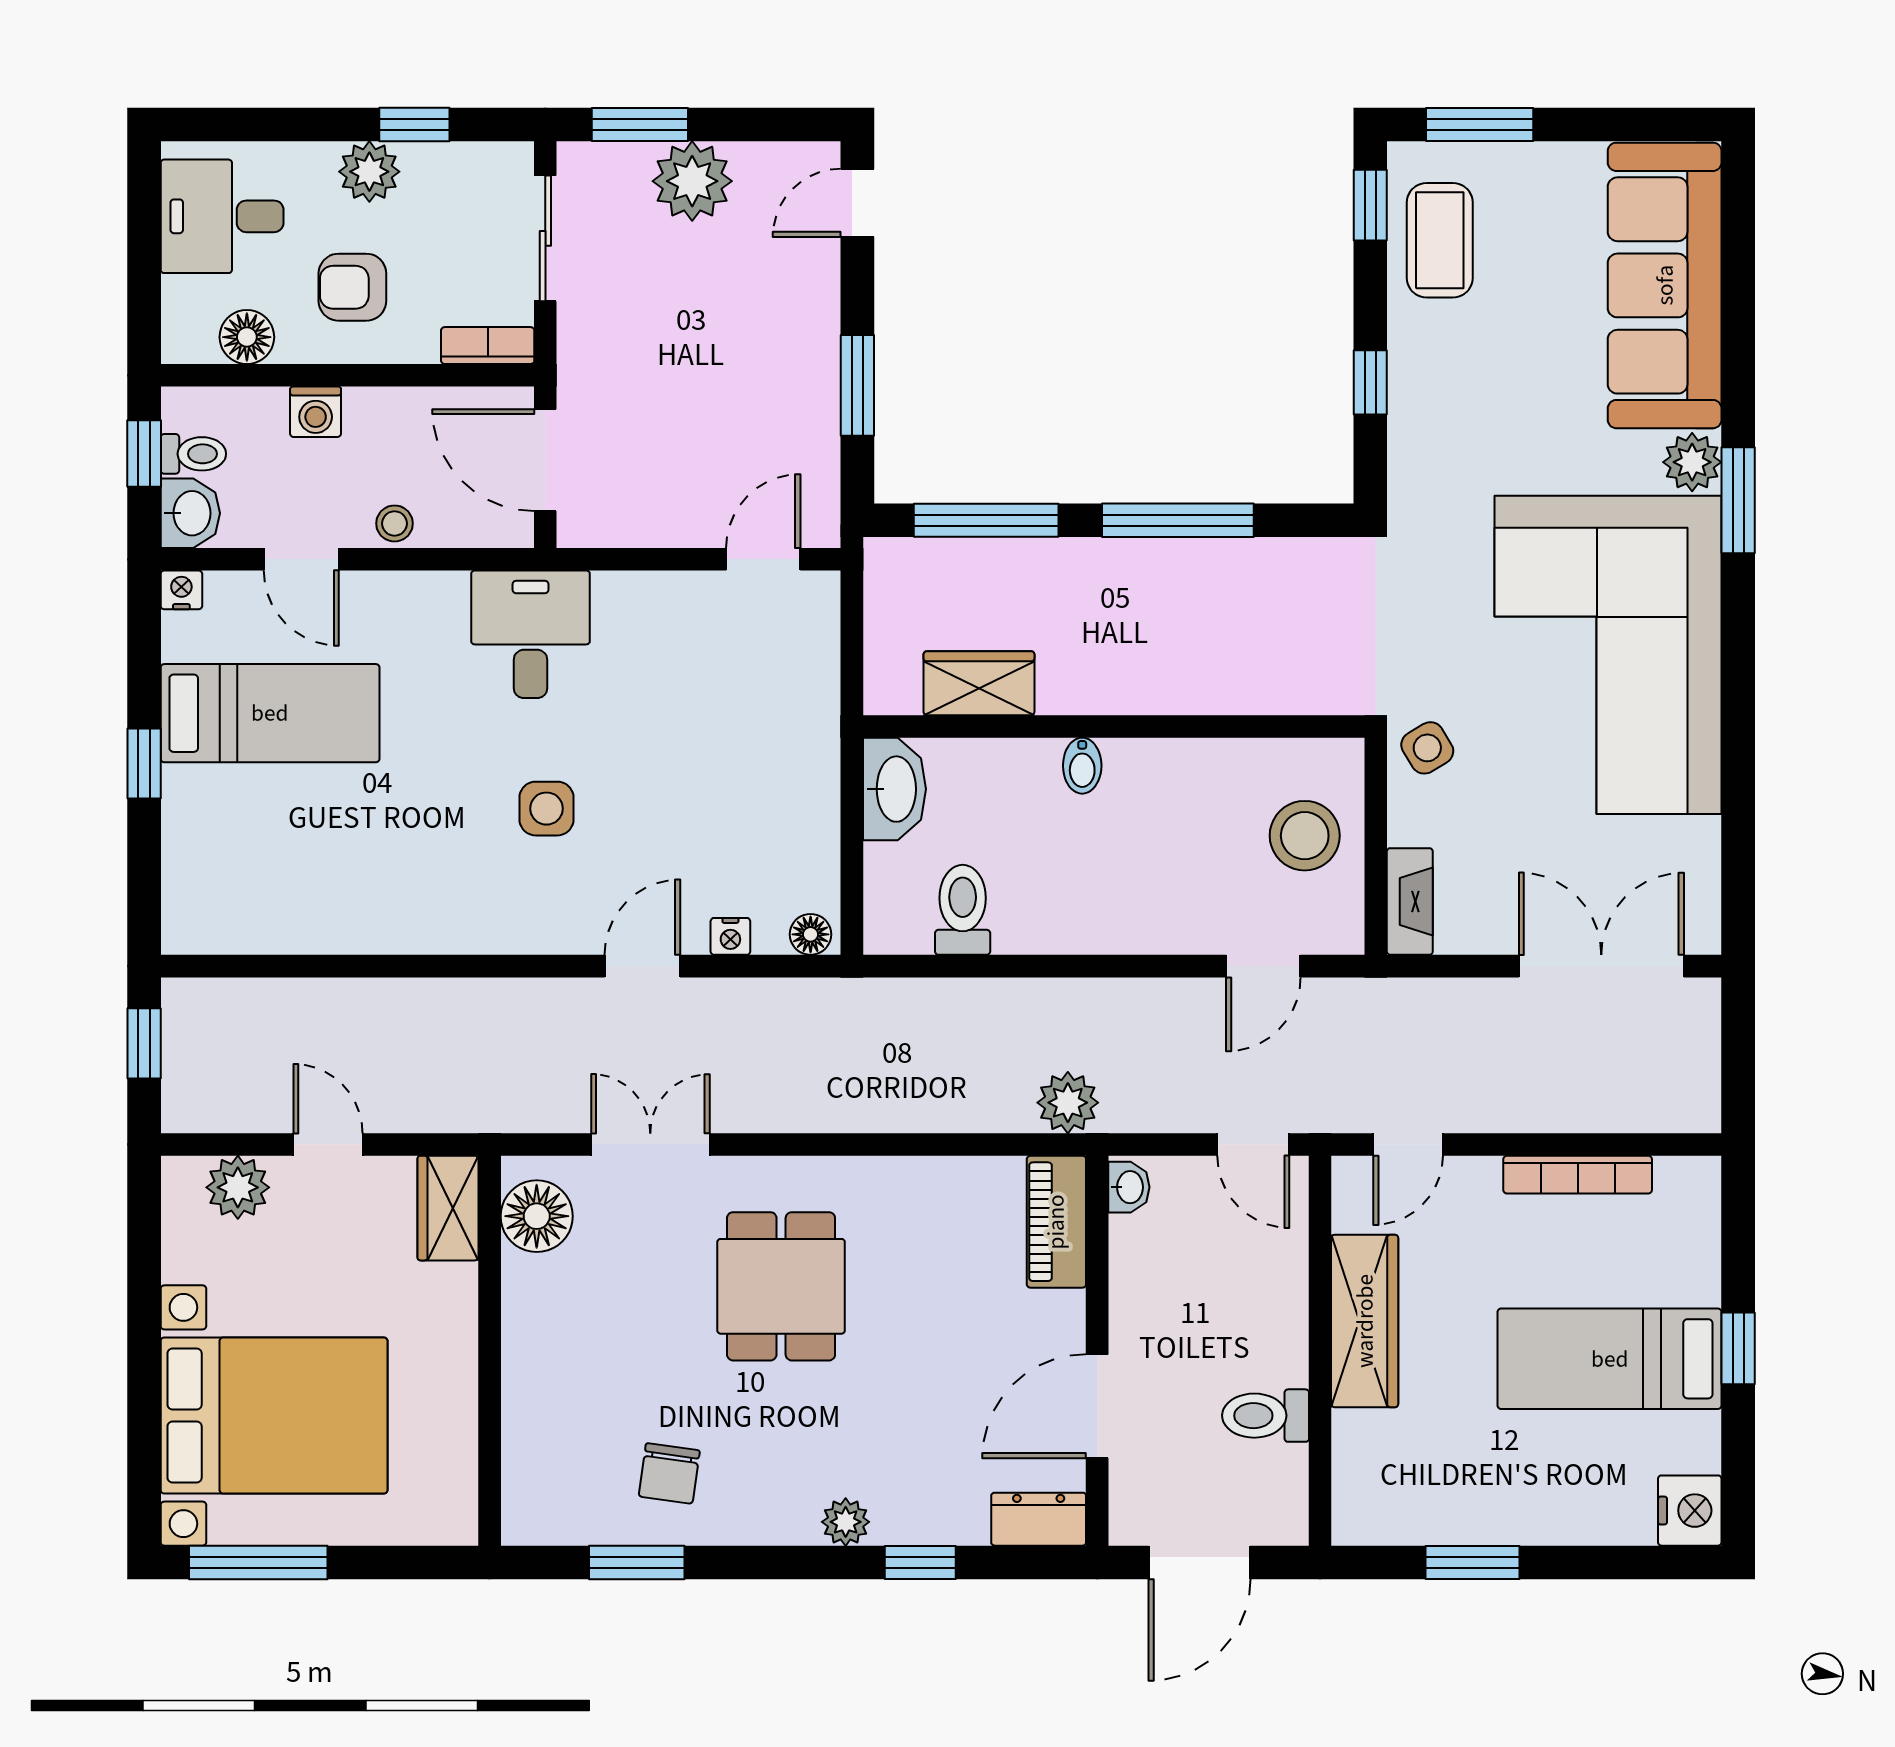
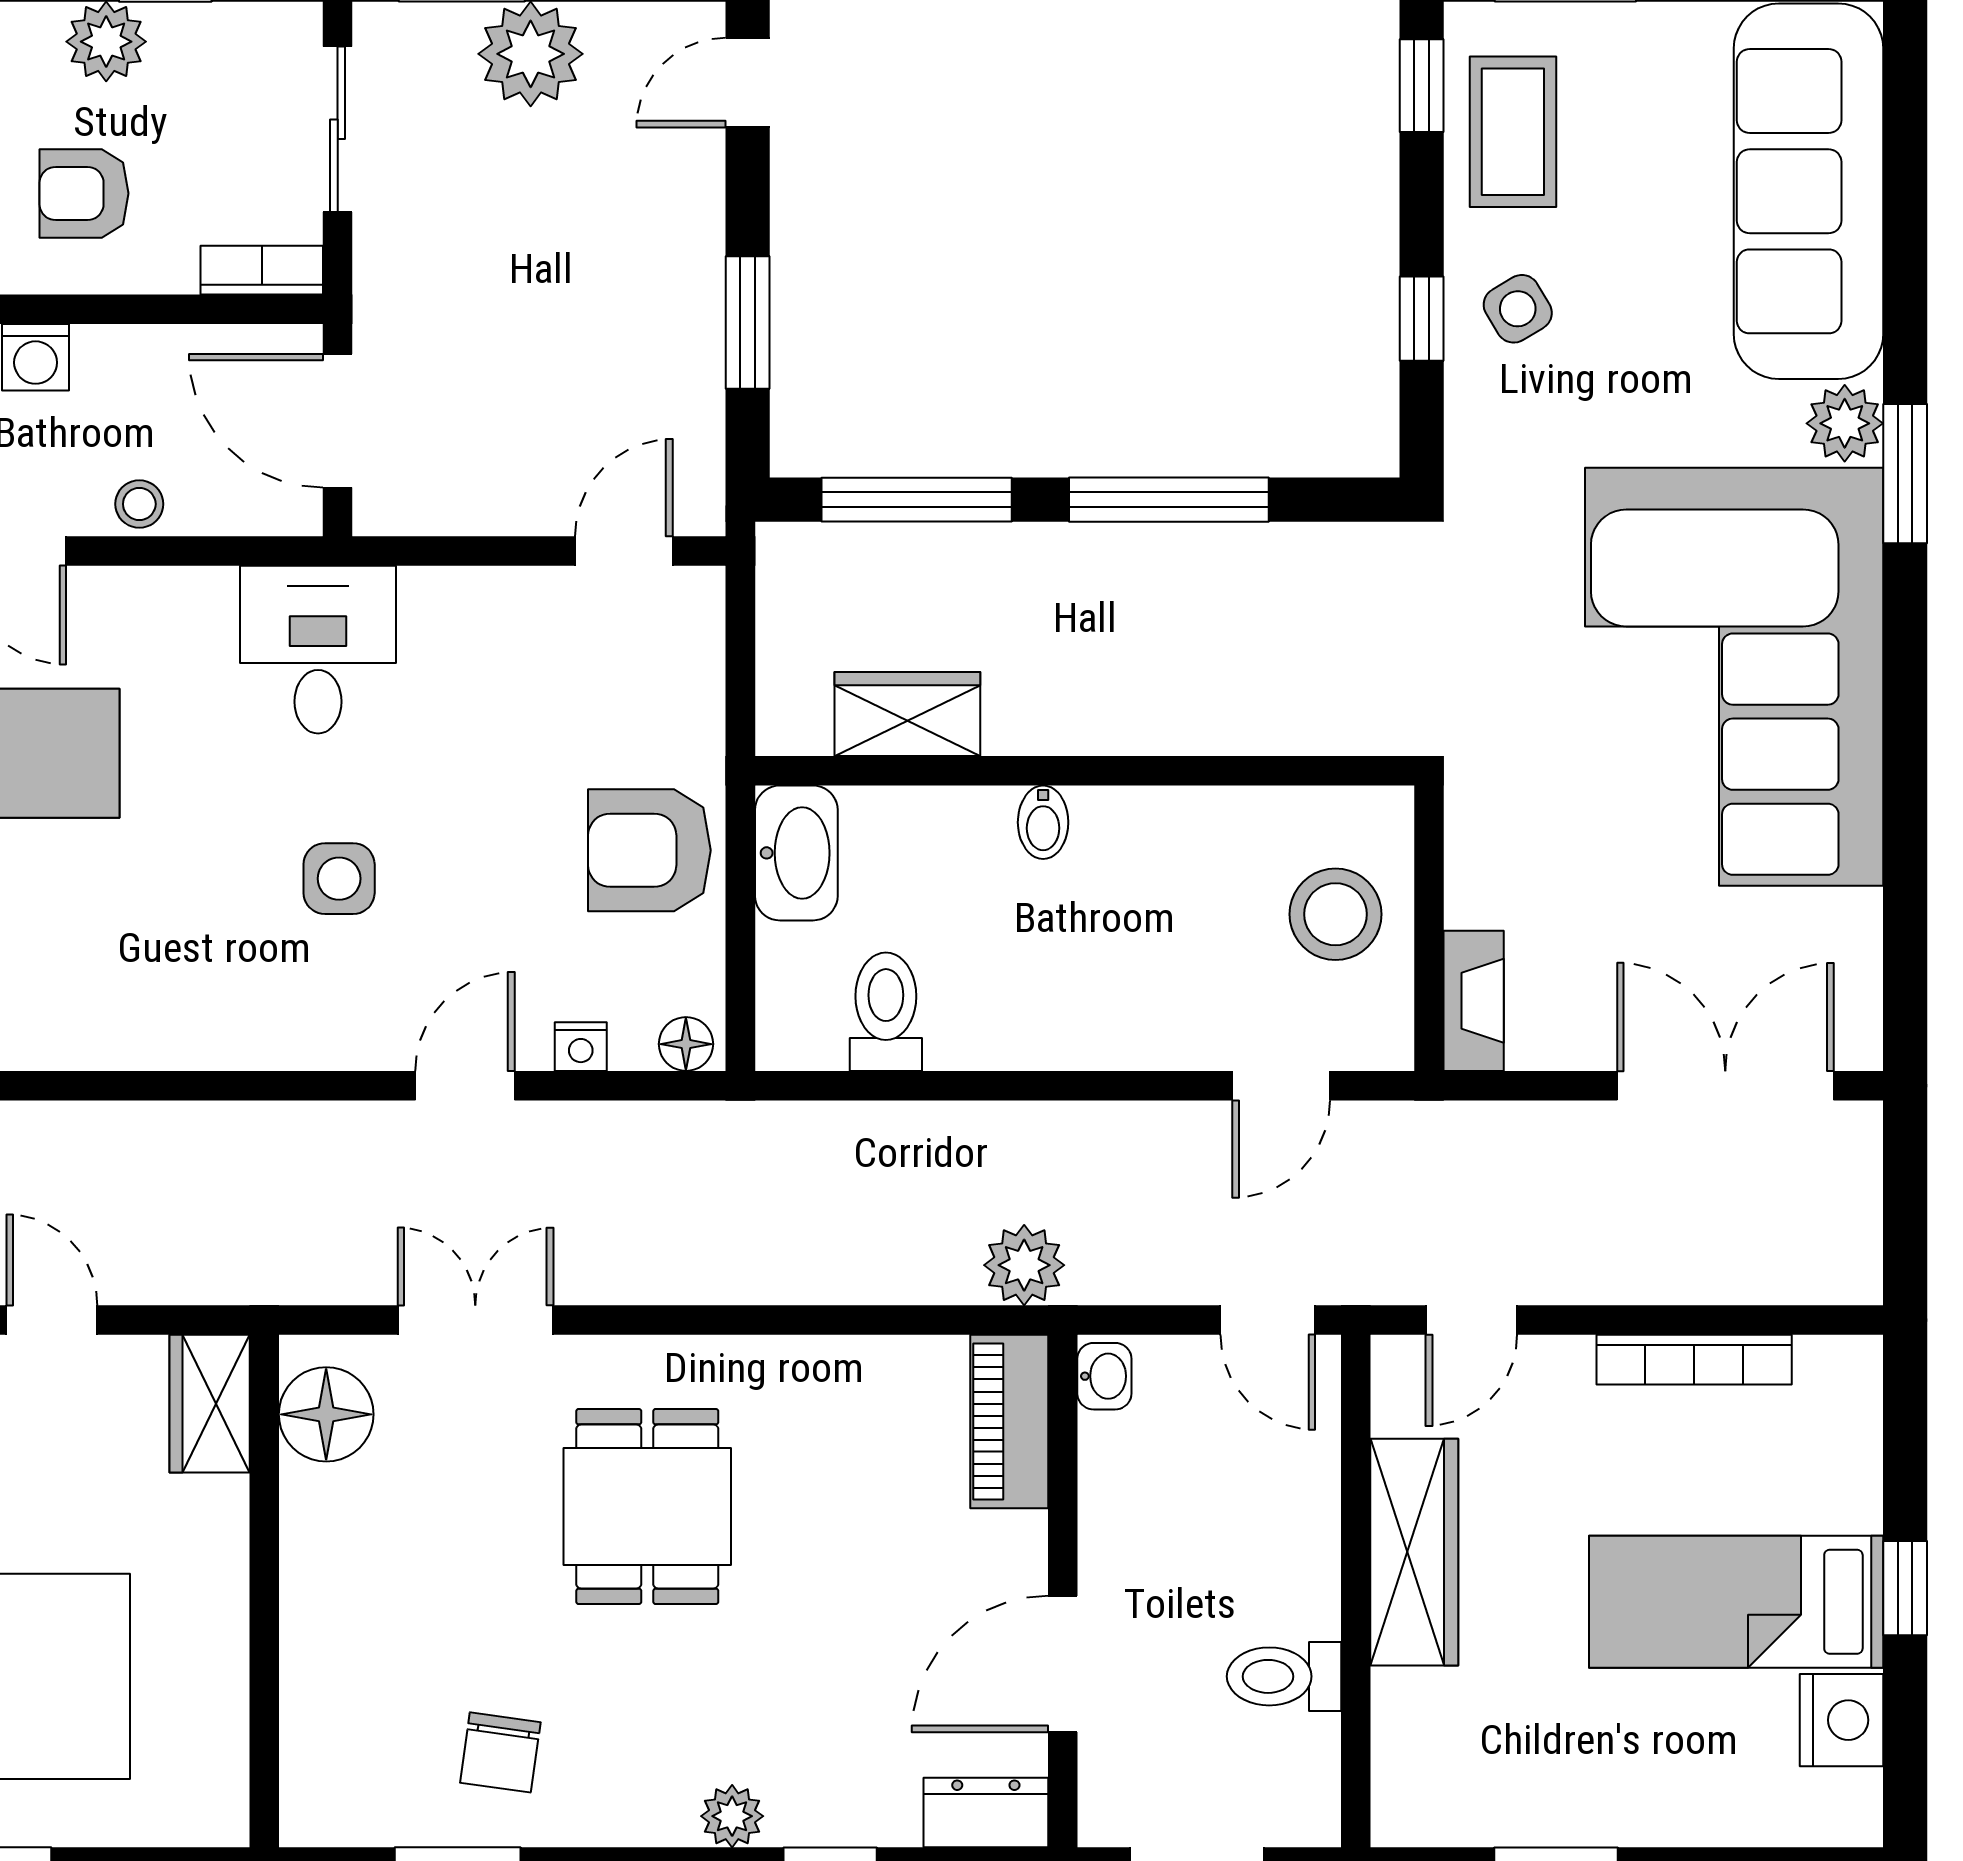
side table: (1427, 748) -> (1518, 309), moved
armchair: (783, 787) -> (649, 850), added
nightstand: (1690, 1511) -> (1842, 1720), moved

